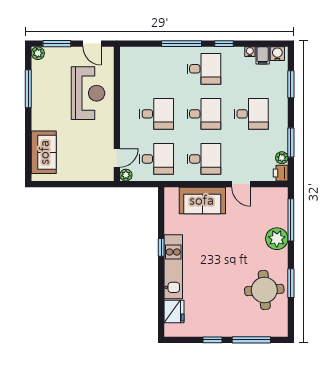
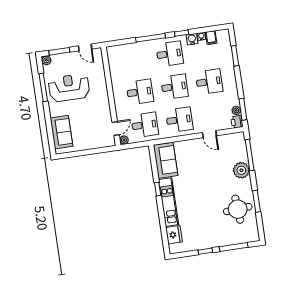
water cooler: (277, 54) -> (192, 39), moved
reception desk: (88, 93) -> (69, 88), moved, turned -90
window: (291, 143) -> (243, 109), moved
sofa: (202, 200) -> (166, 160), moved, turned -90

